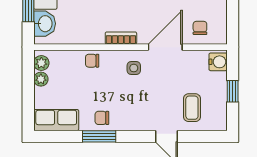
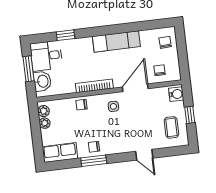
bookcase: (121, 38) -> (94, 86), width x1.56
coffee table: (192, 108) -> (171, 127), moved

